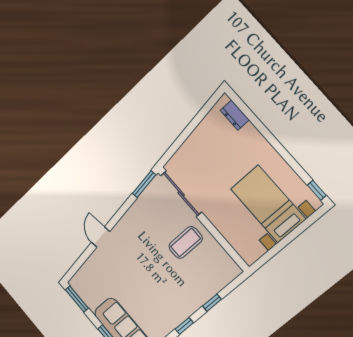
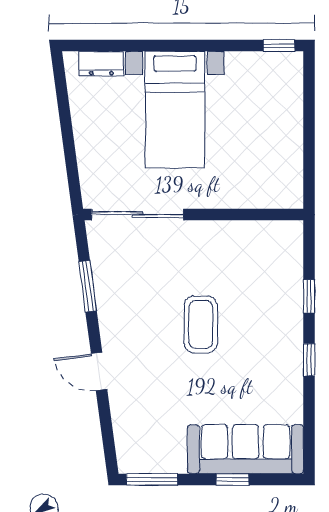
window: (144, 184) -> (88, 286), moved
bed with nightstands: (268, 204) -> (175, 110), moved, turned -90
coffee table: (186, 242) -> (201, 324), moved

